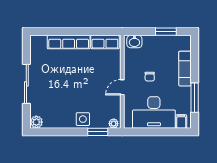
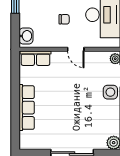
row of seats: (105, 42) -> (35, 58), moved, turned 90

